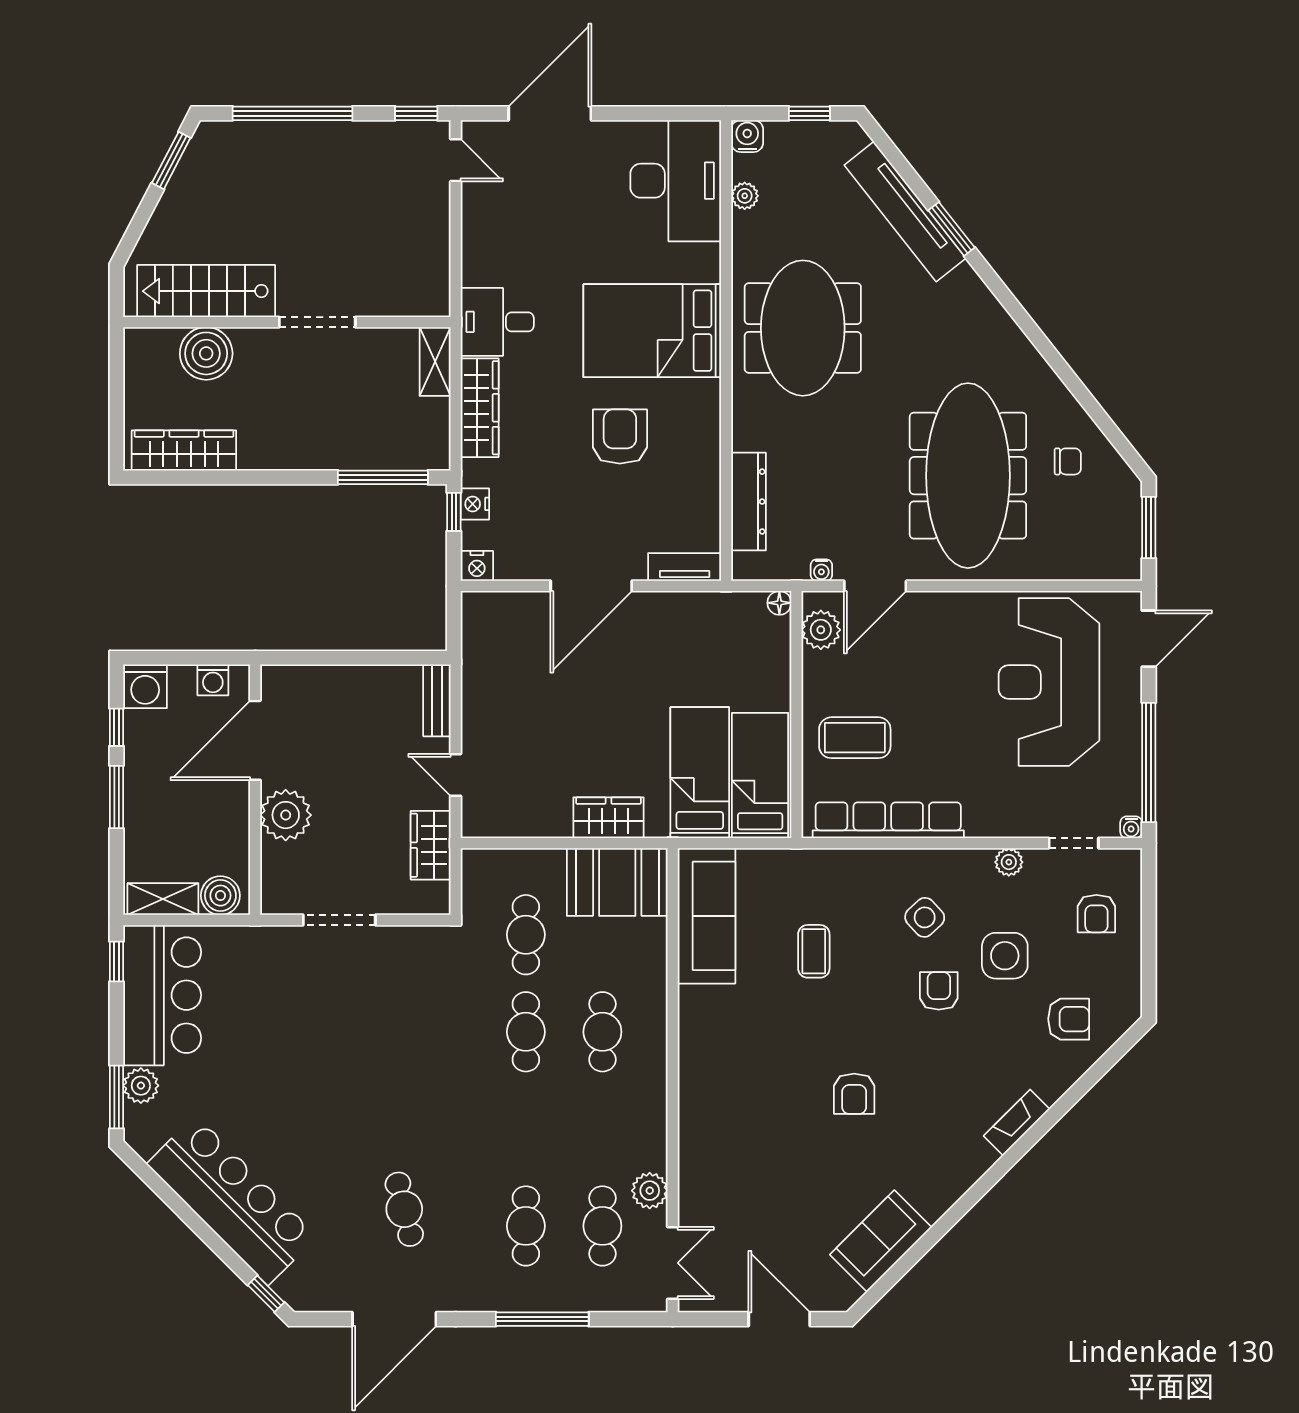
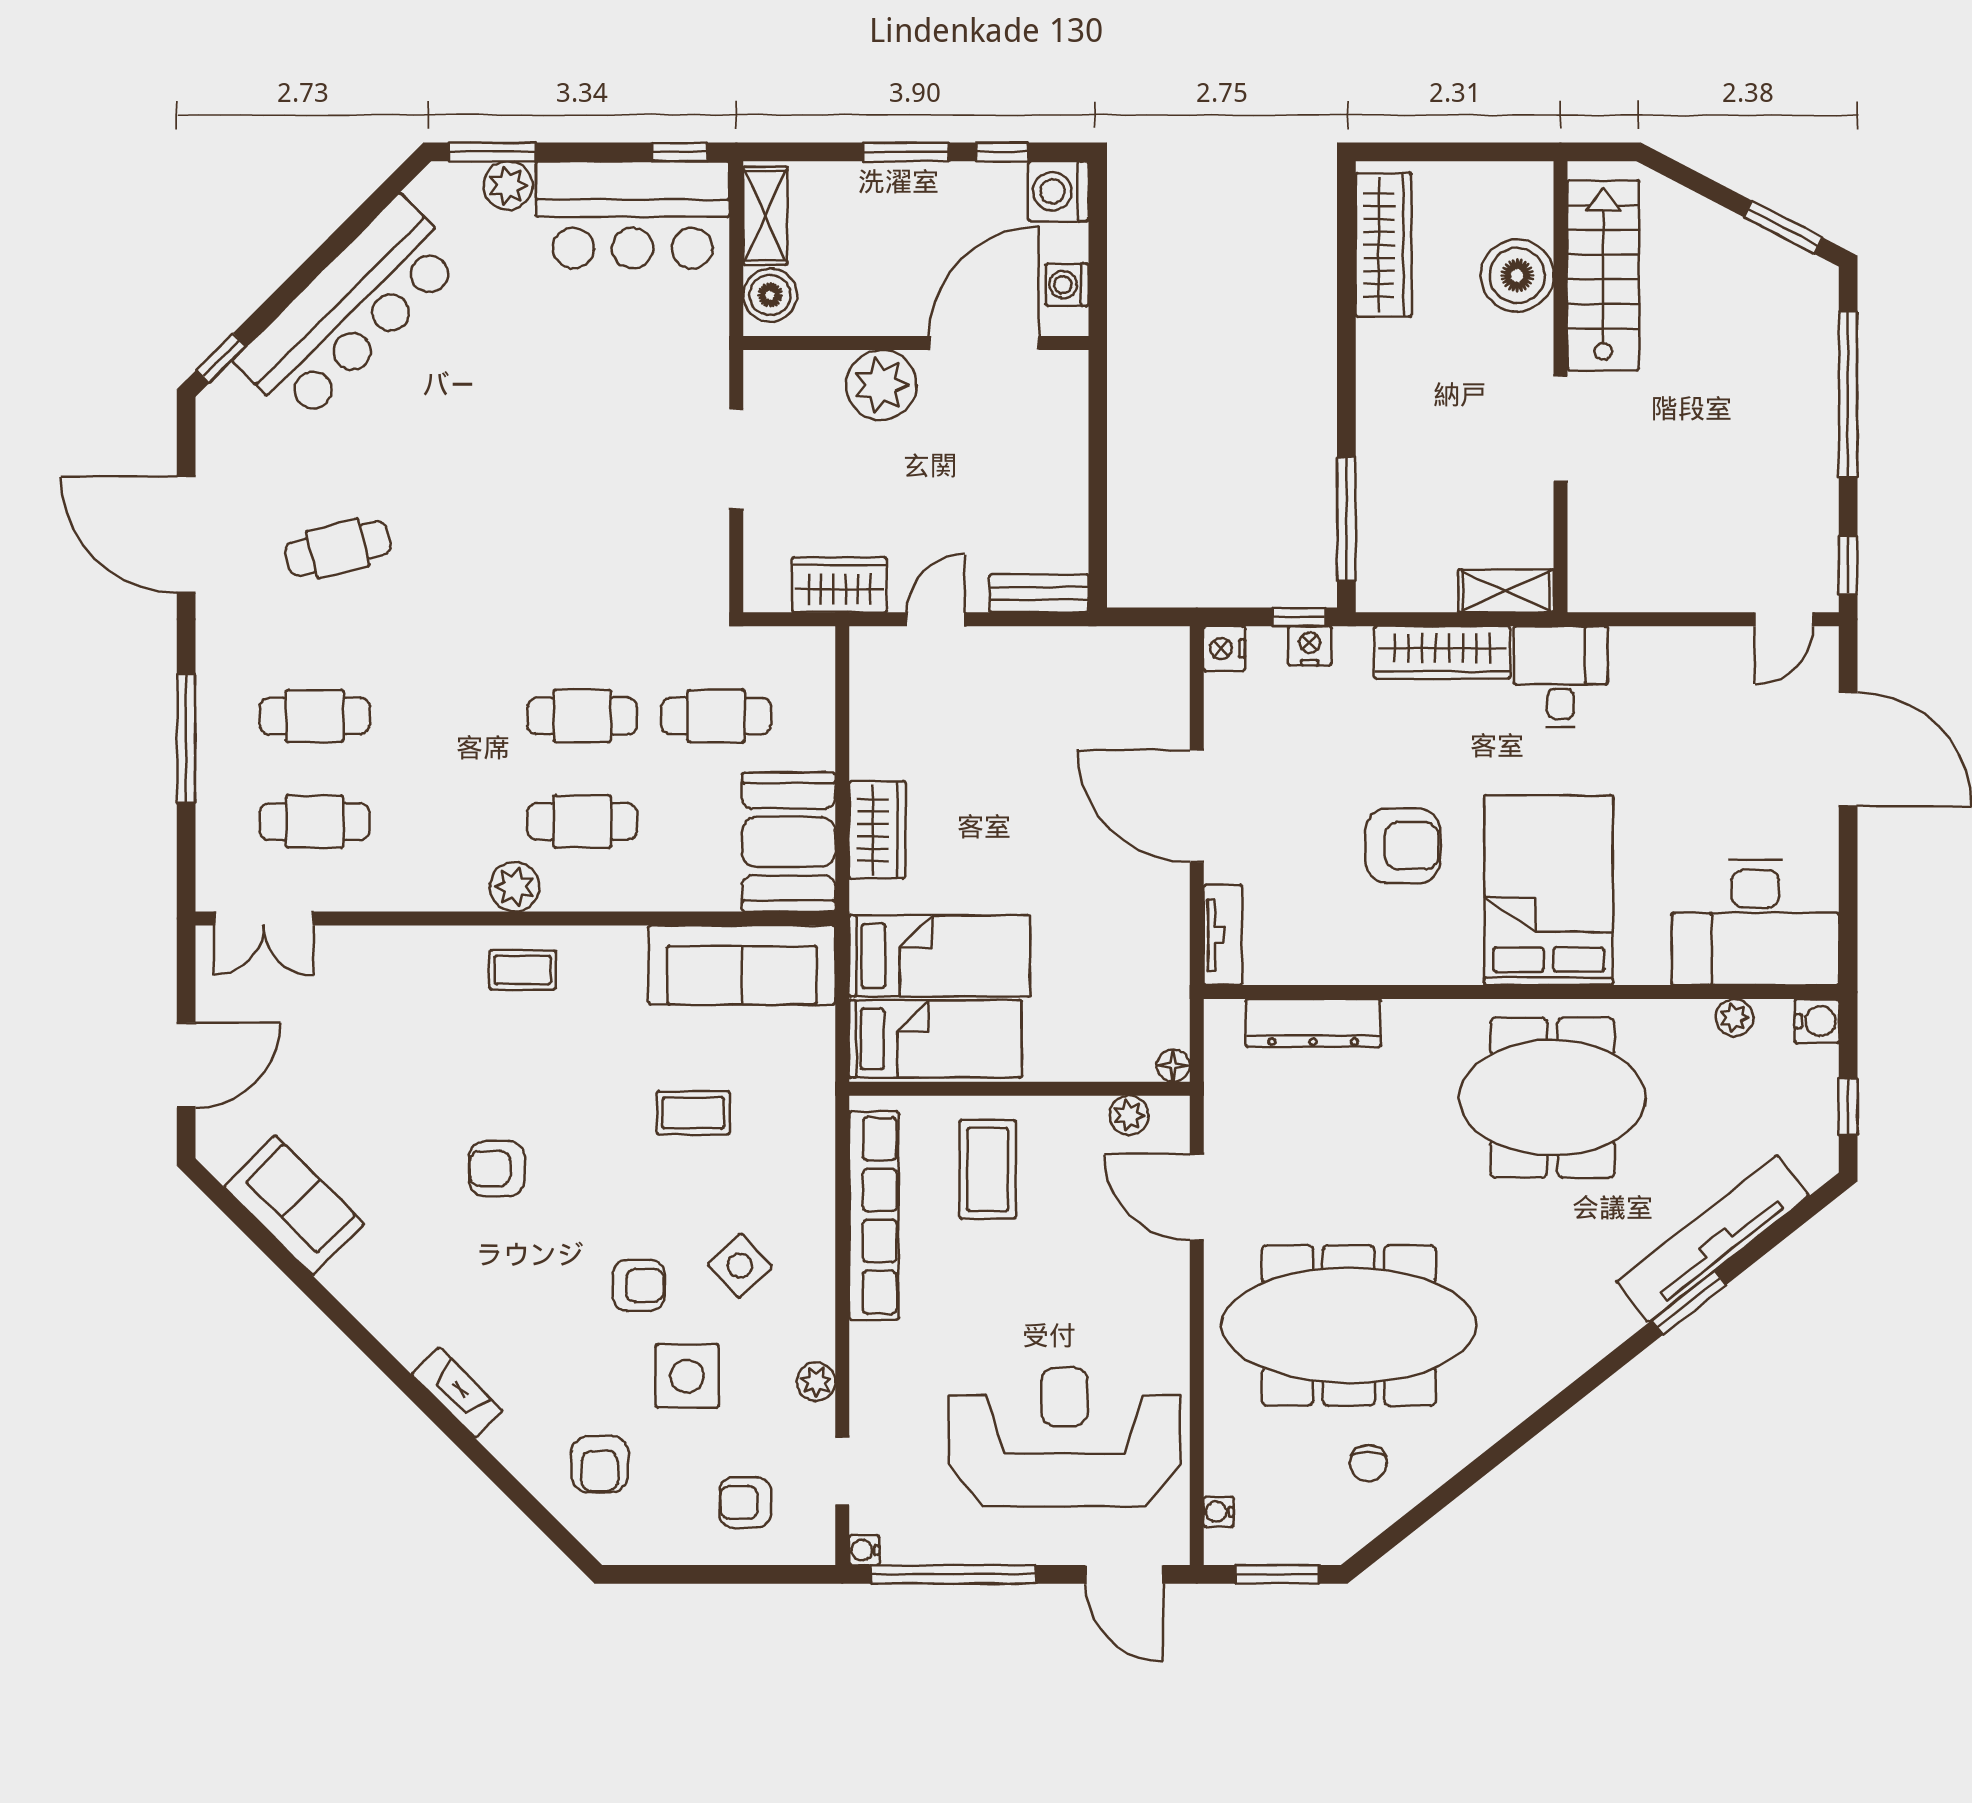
water cooler: (821, 570) -> (1219, 1512), moved
plant: (821, 630) -> (1129, 1115), width x0.73, depth x0.73
door: (255, 740) -> (984, 343), hinge flipped
coffee table: (710, 1075) -> (523, 970), added
plant: (650, 1191) -> (515, 887), moved

